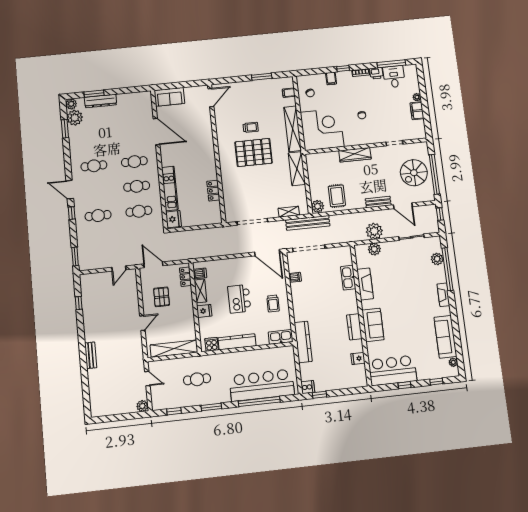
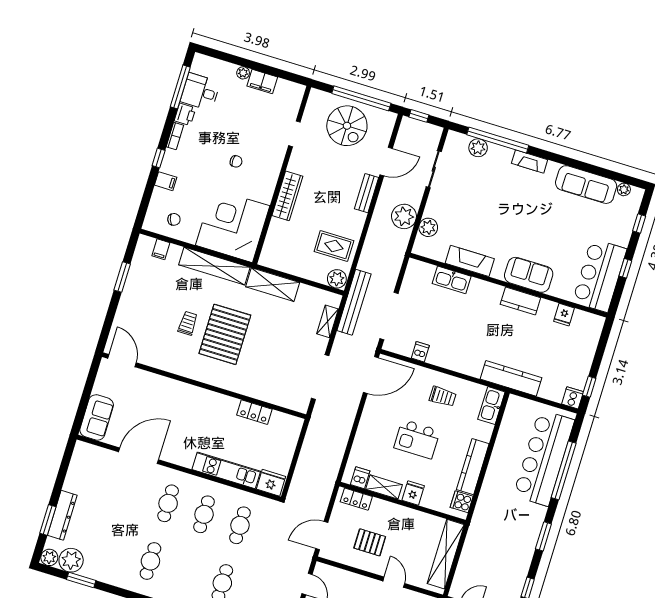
cafe table: (197, 379) -> (499, 540), removed

